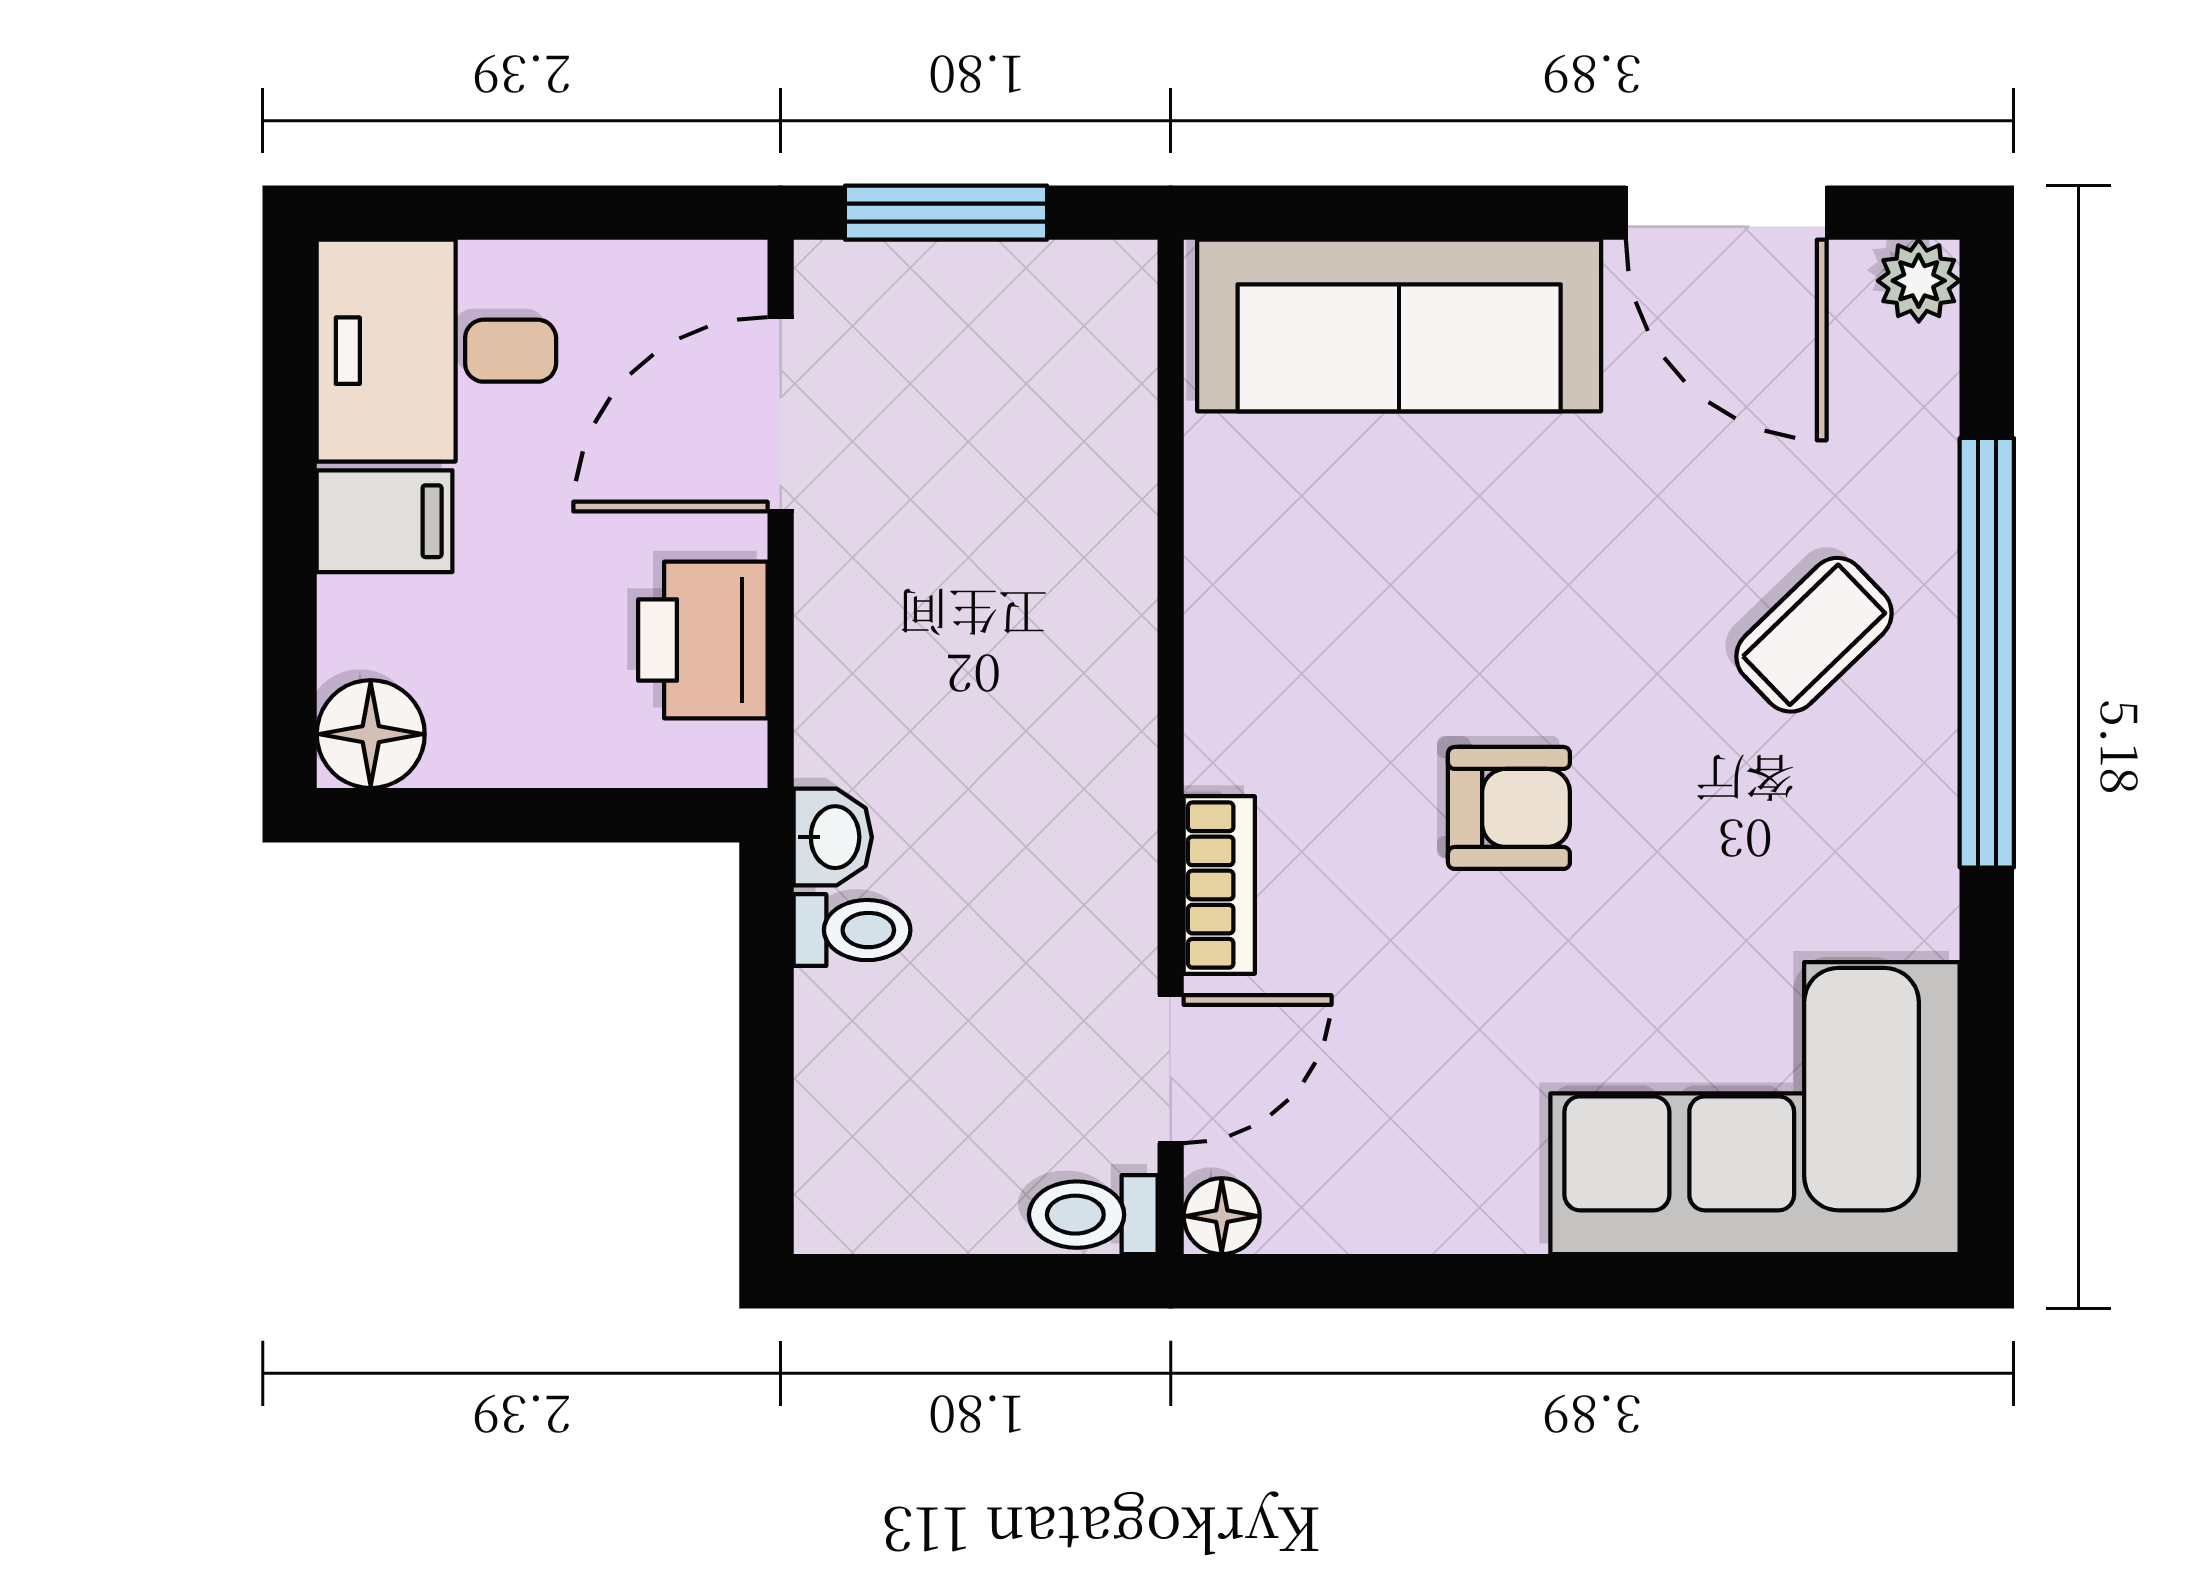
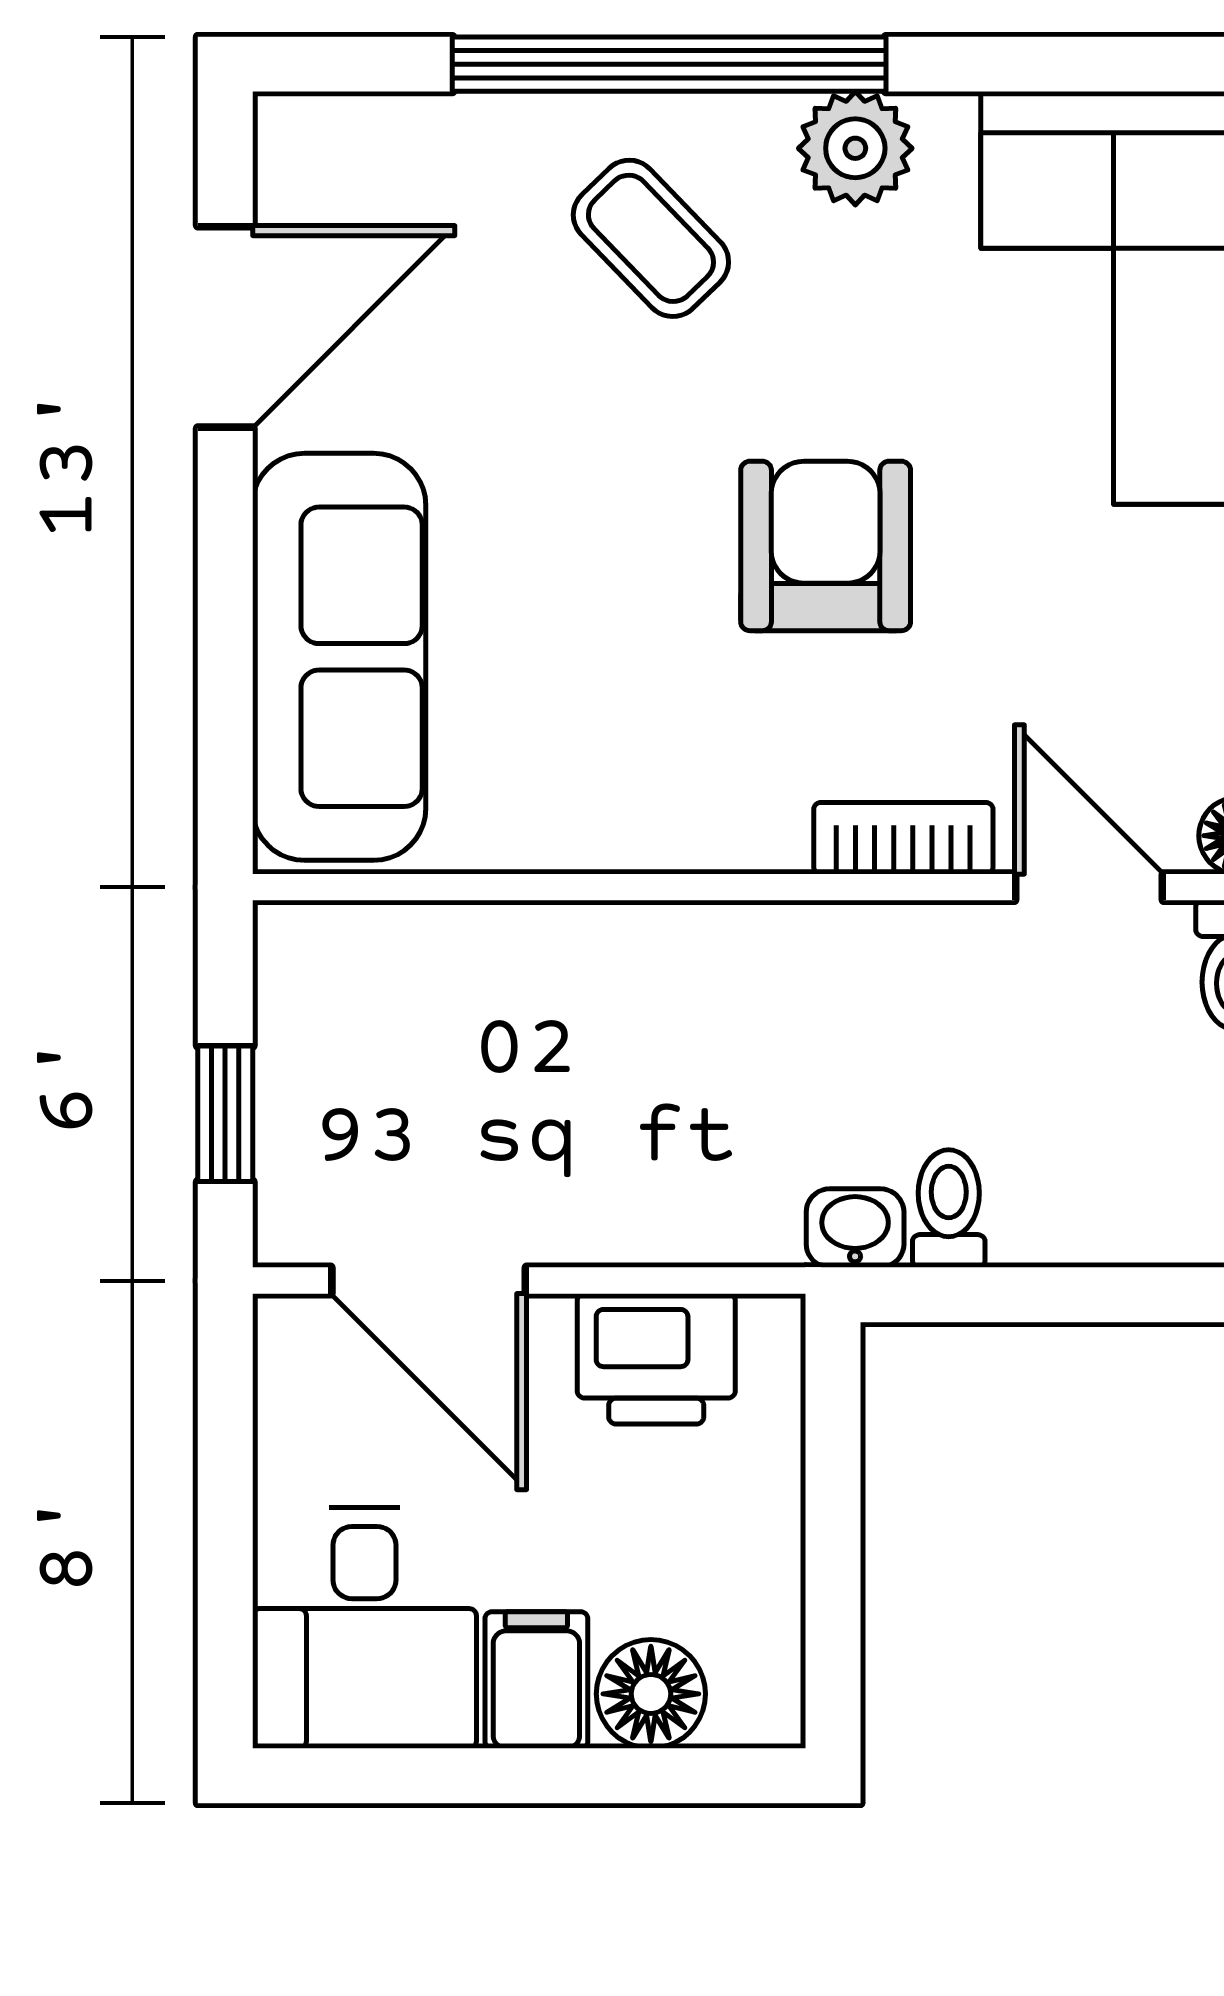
window: (946, 213) -> (225, 1114), width x0.67
plant: (1919, 281) -> (855, 148), moved, width x1.38, depth x1.38
floor lamp: (371, 734) -> (651, 1694), moved
armchair: (1509, 808) -> (826, 546), width x1.38, depth x1.38

